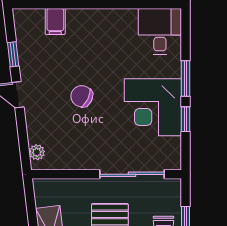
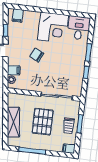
filing cabinet: (55, 21) -> (18, 16), moved
corner desk: (153, 107) -> (53, 27), moved, turned -90
filing cabinet: (39, 133) -> (14, 70), added

